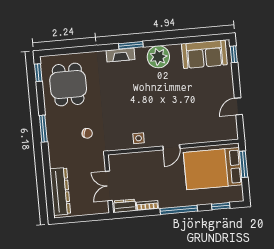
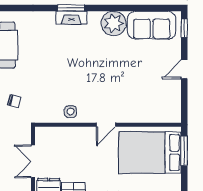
fireplace: (121, 55) -> (71, 18), moved
plant: (158, 57) -> (114, 23), moved
door: (238, 106) -> (184, 69), moved

